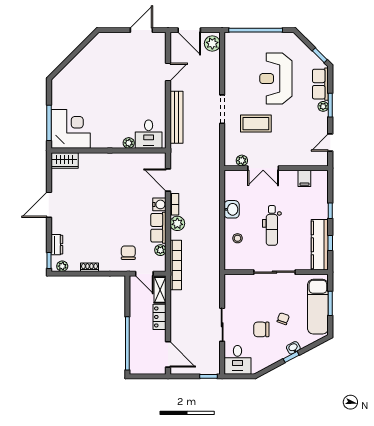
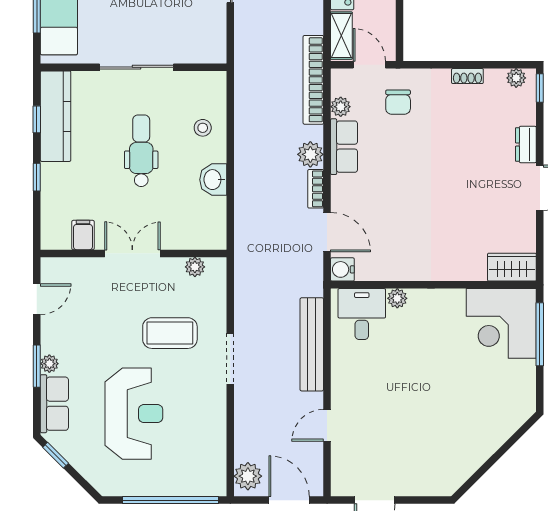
double door: (263, 168) -> (132, 253), moved
water cooler: (159, 204) -> (342, 269), moved
dresser: (57, 245) -> (526, 145), moved

